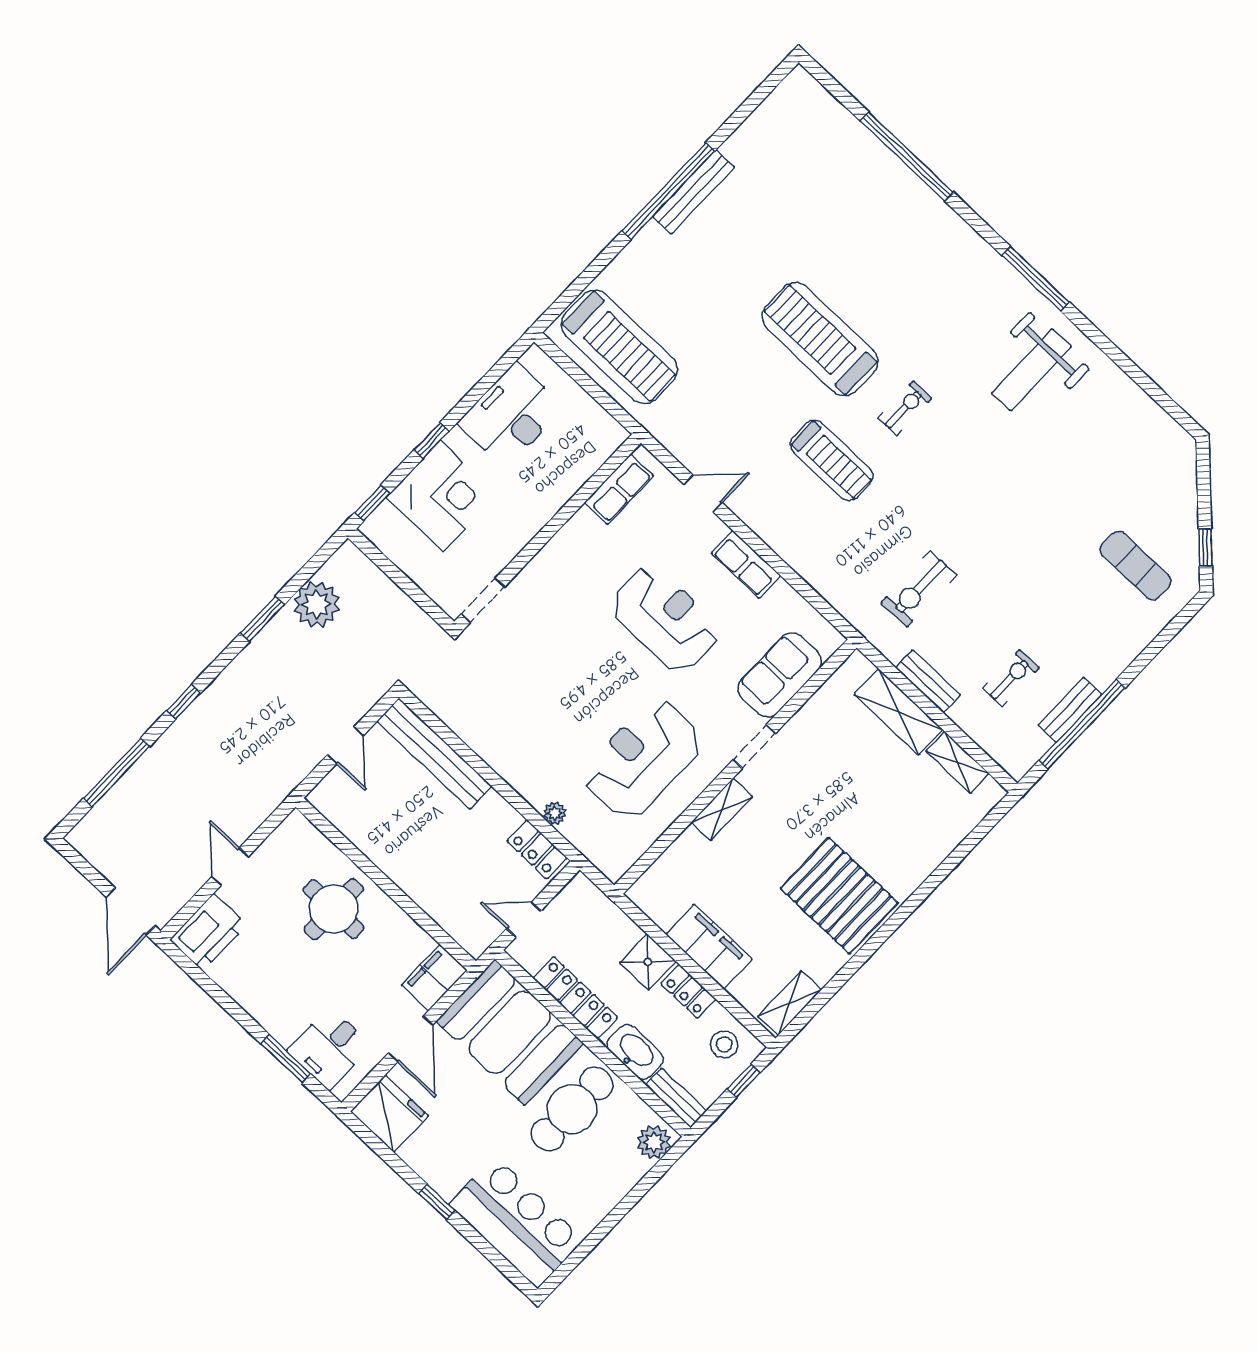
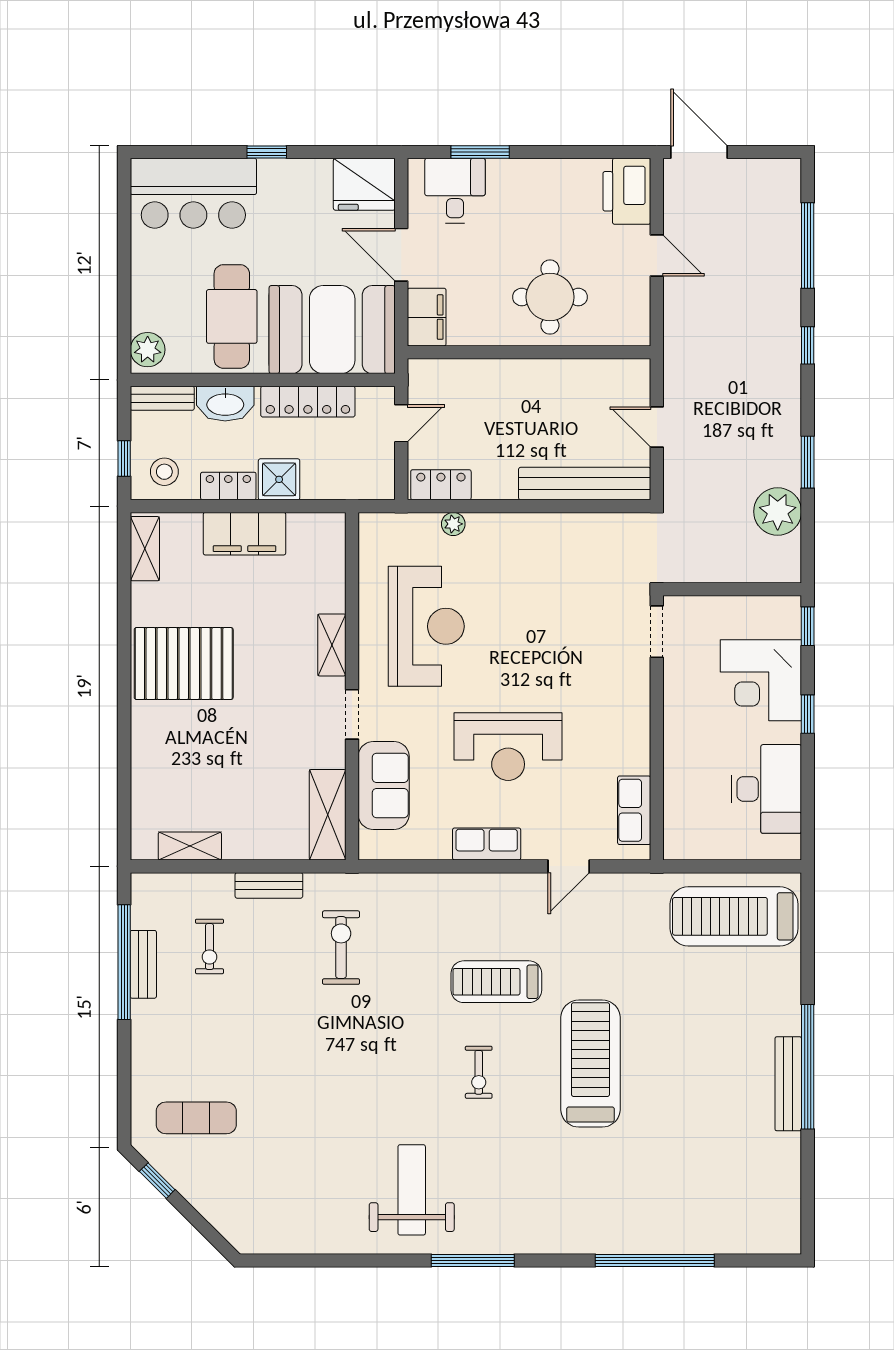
treadmill: (820, 339) -> (590, 1064), turned -90
shelving: (899, 712) -> (328, 815), moved, turned 90

